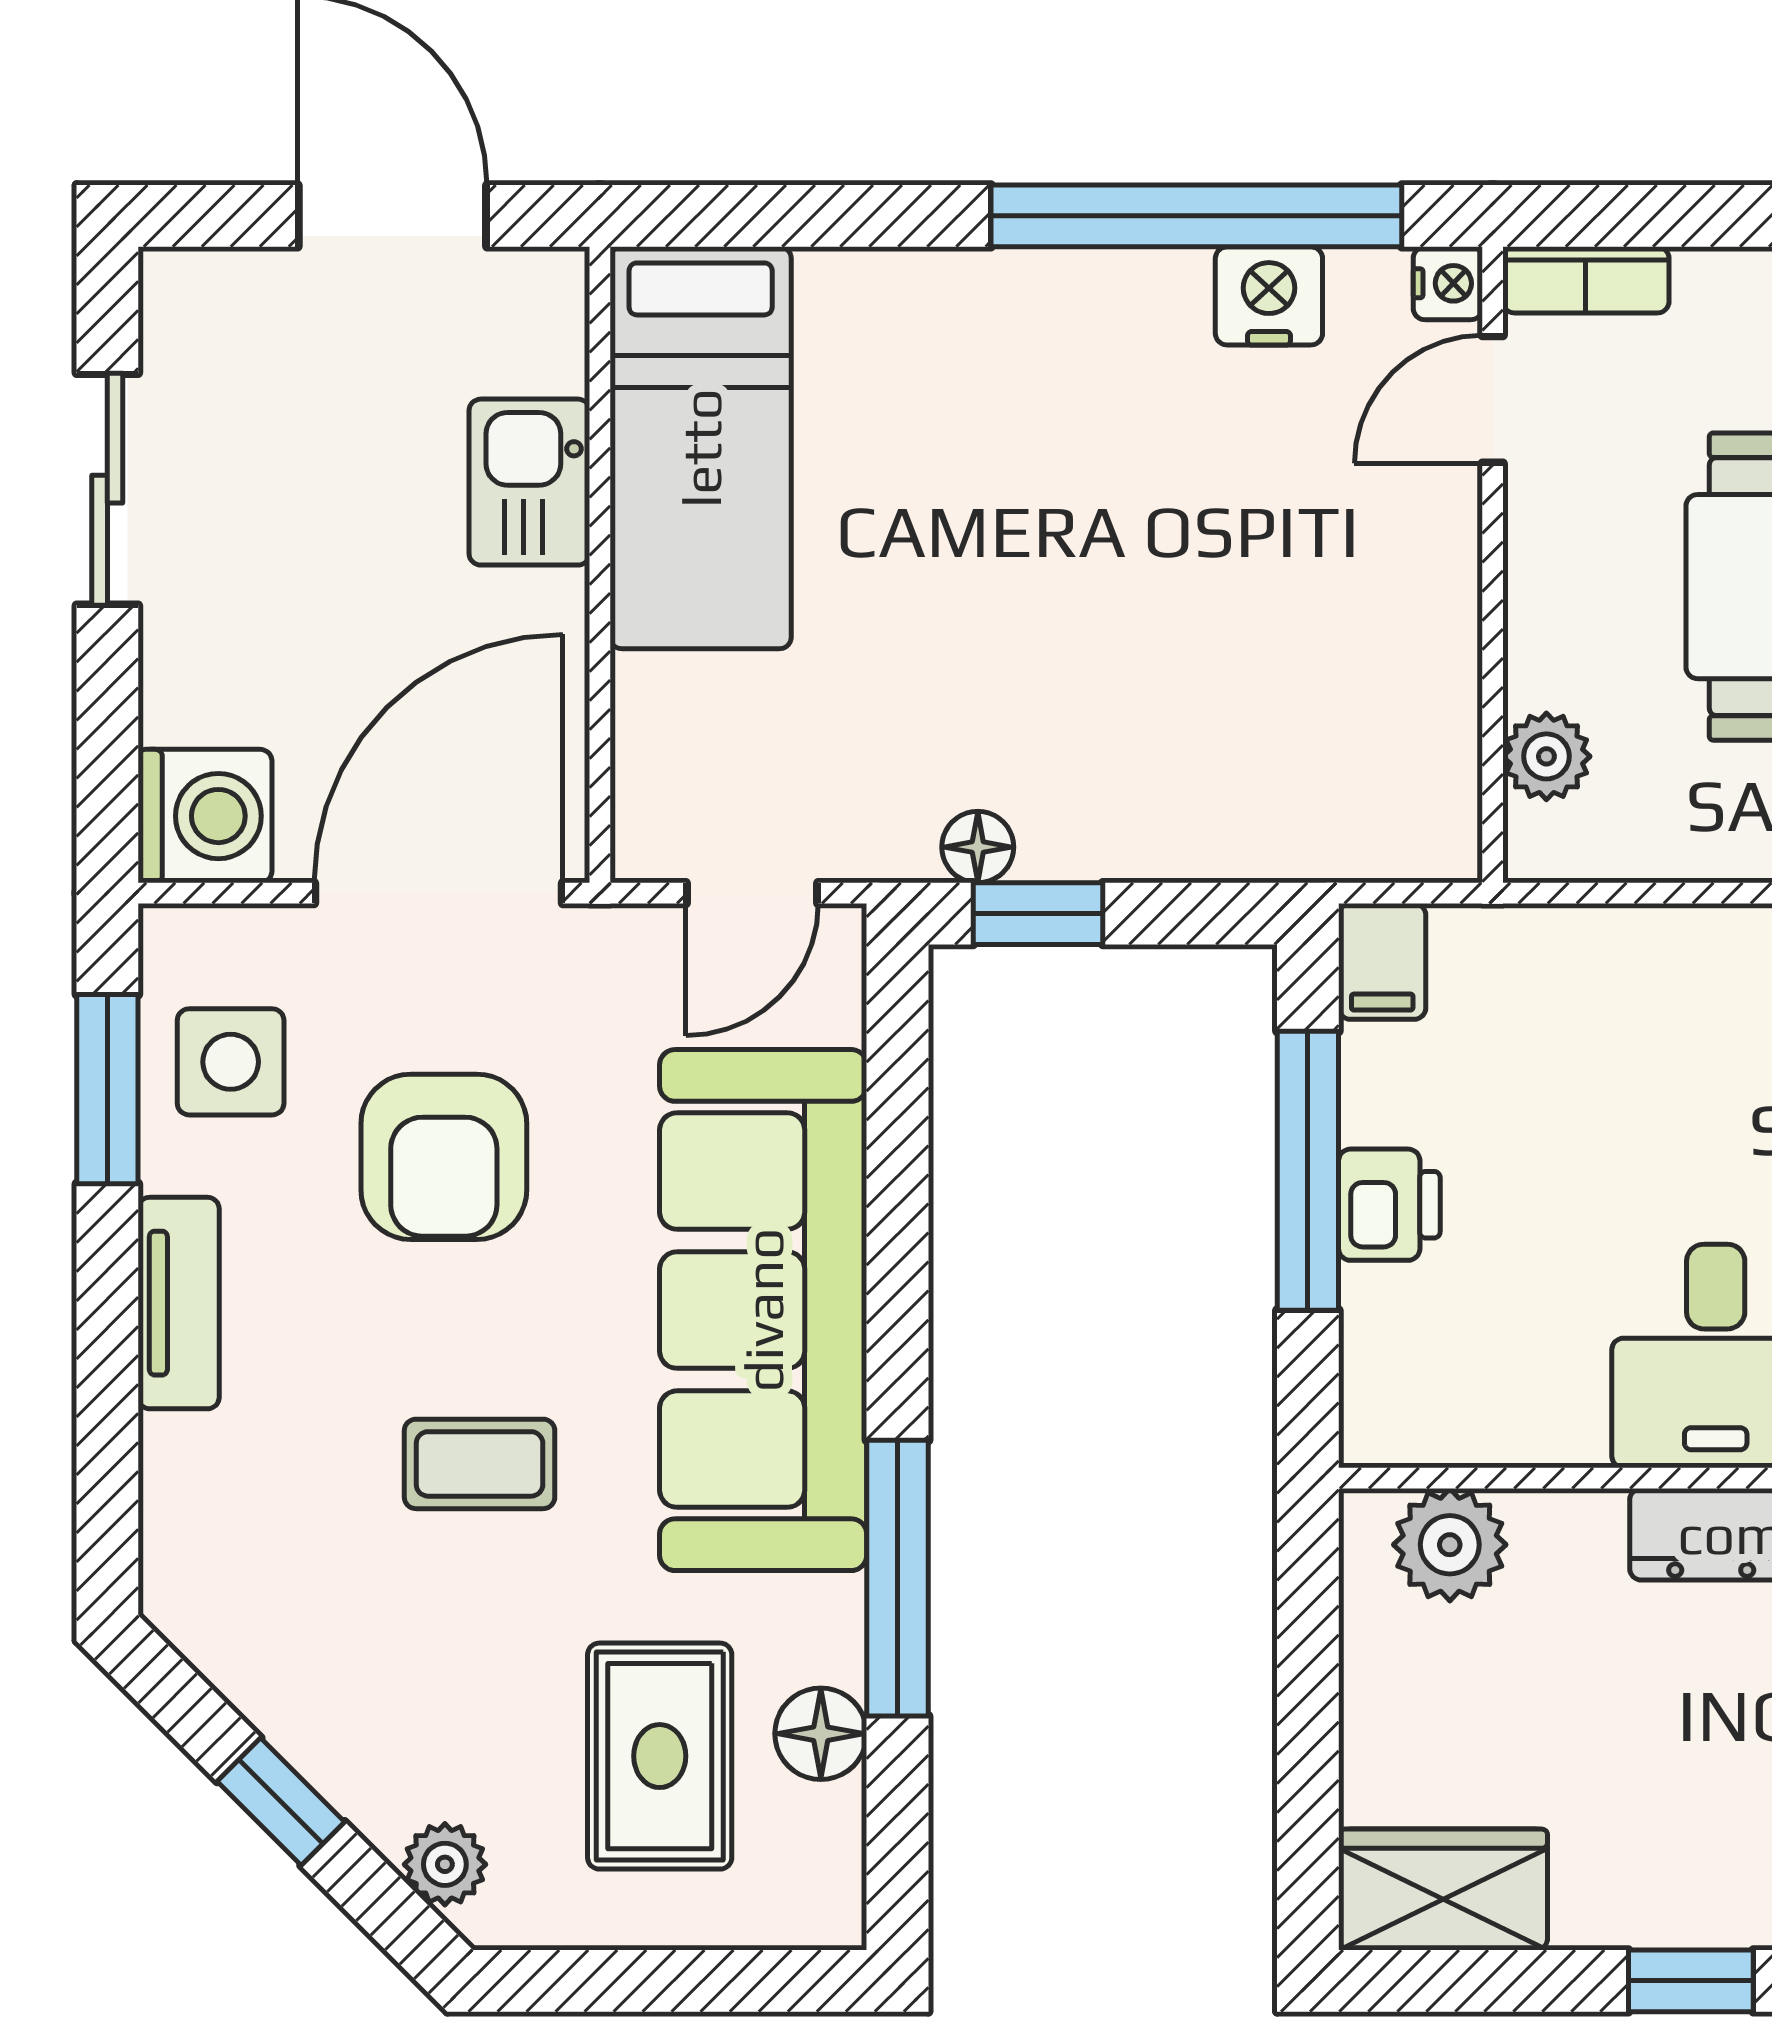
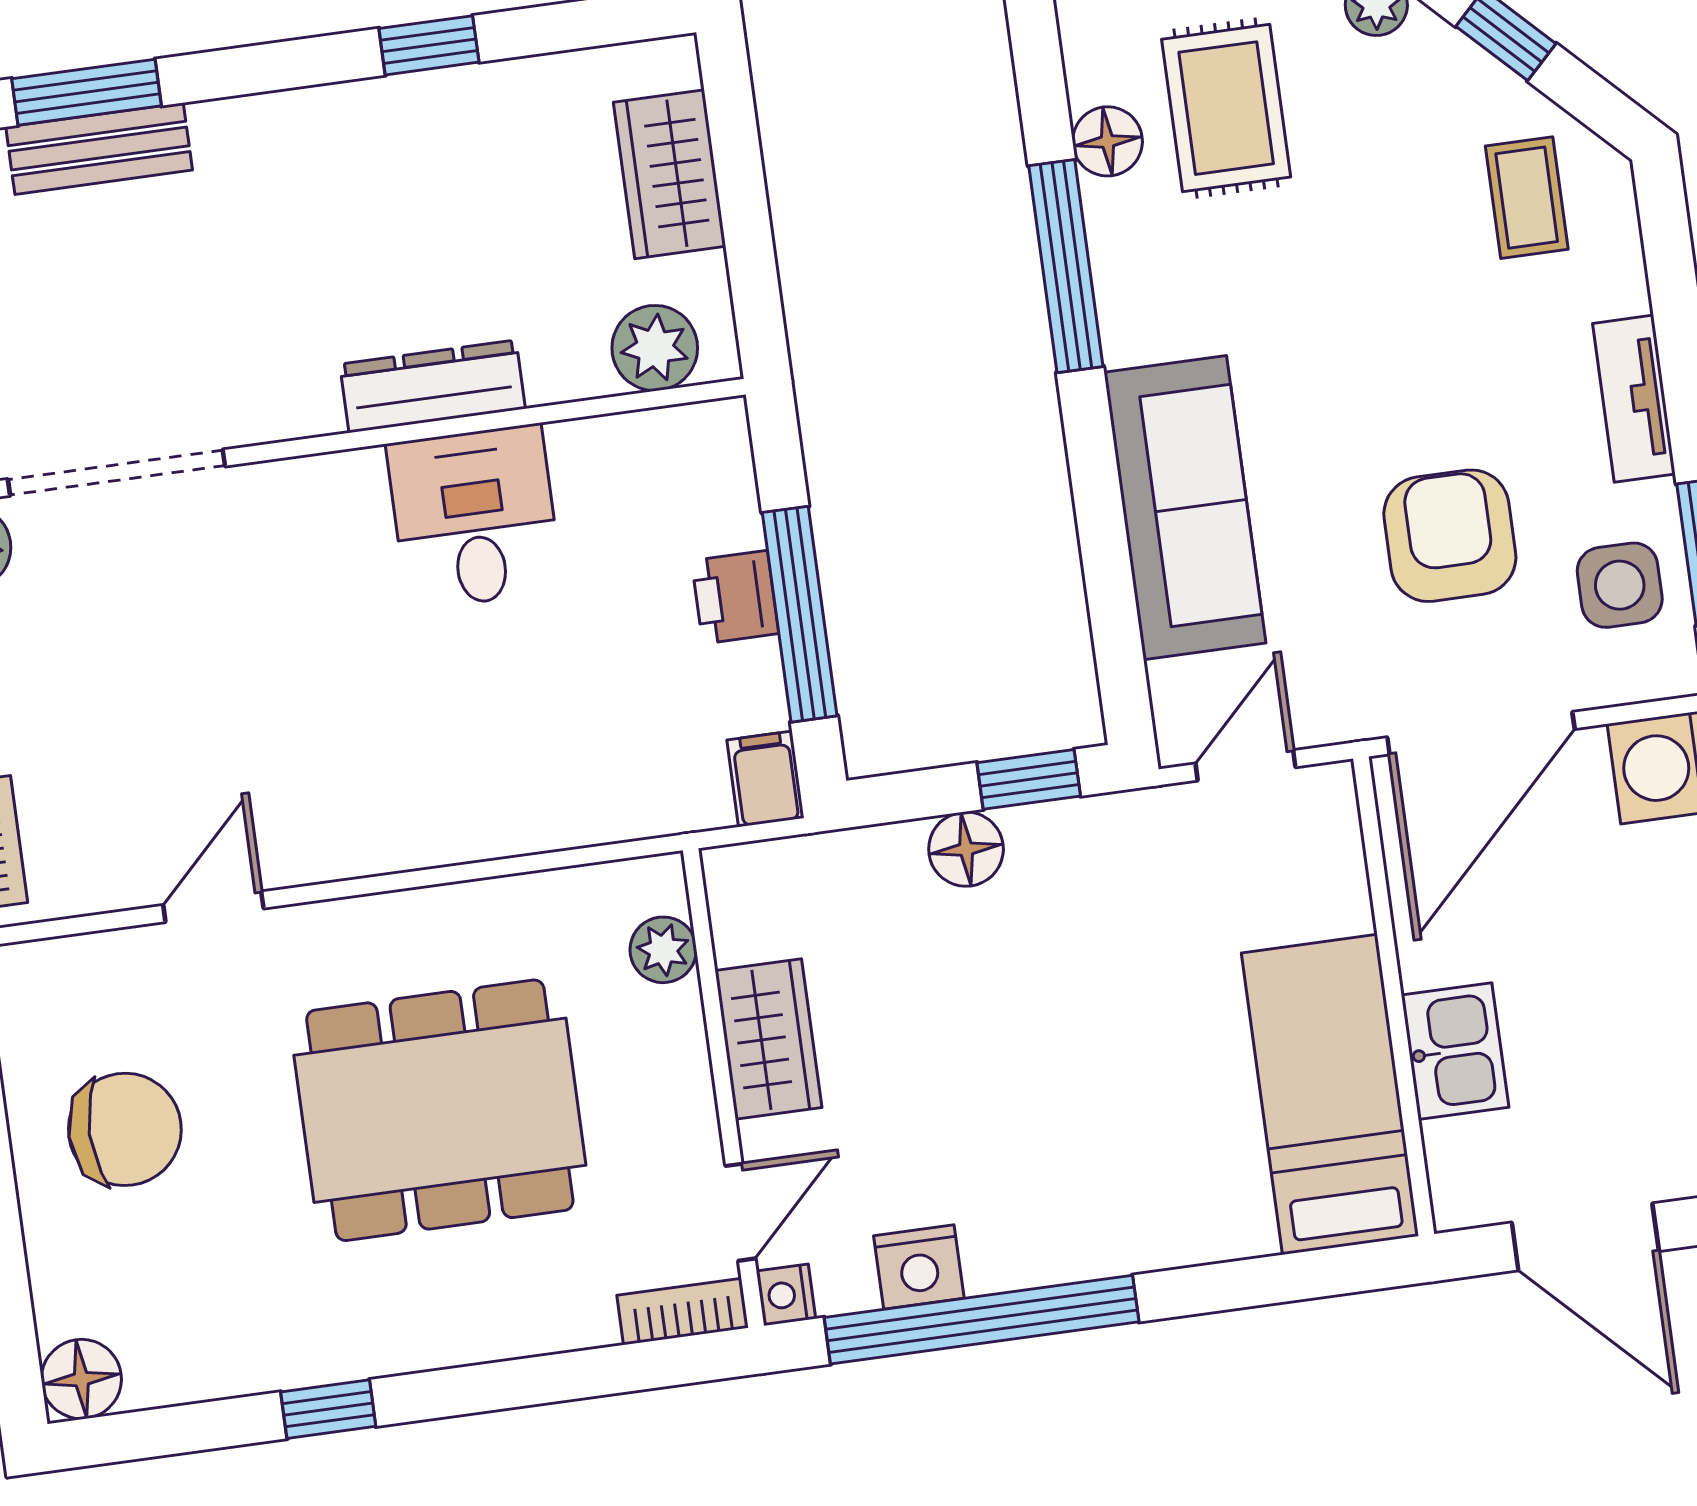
wardrobe: (1425, 621) -> (768, 1039), added
floor lamp: (978, 847) -> (966, 849), moved, width x1.37, depth x1.37
sofa: (763, 1310) -> (1185, 508), width x0.74, depth x0.79
coffee table: (480, 1464) -> (1527, 198), moved, turned 90
wardrobe: (1443, 1890) -> (670, 174), moved, turned 90

